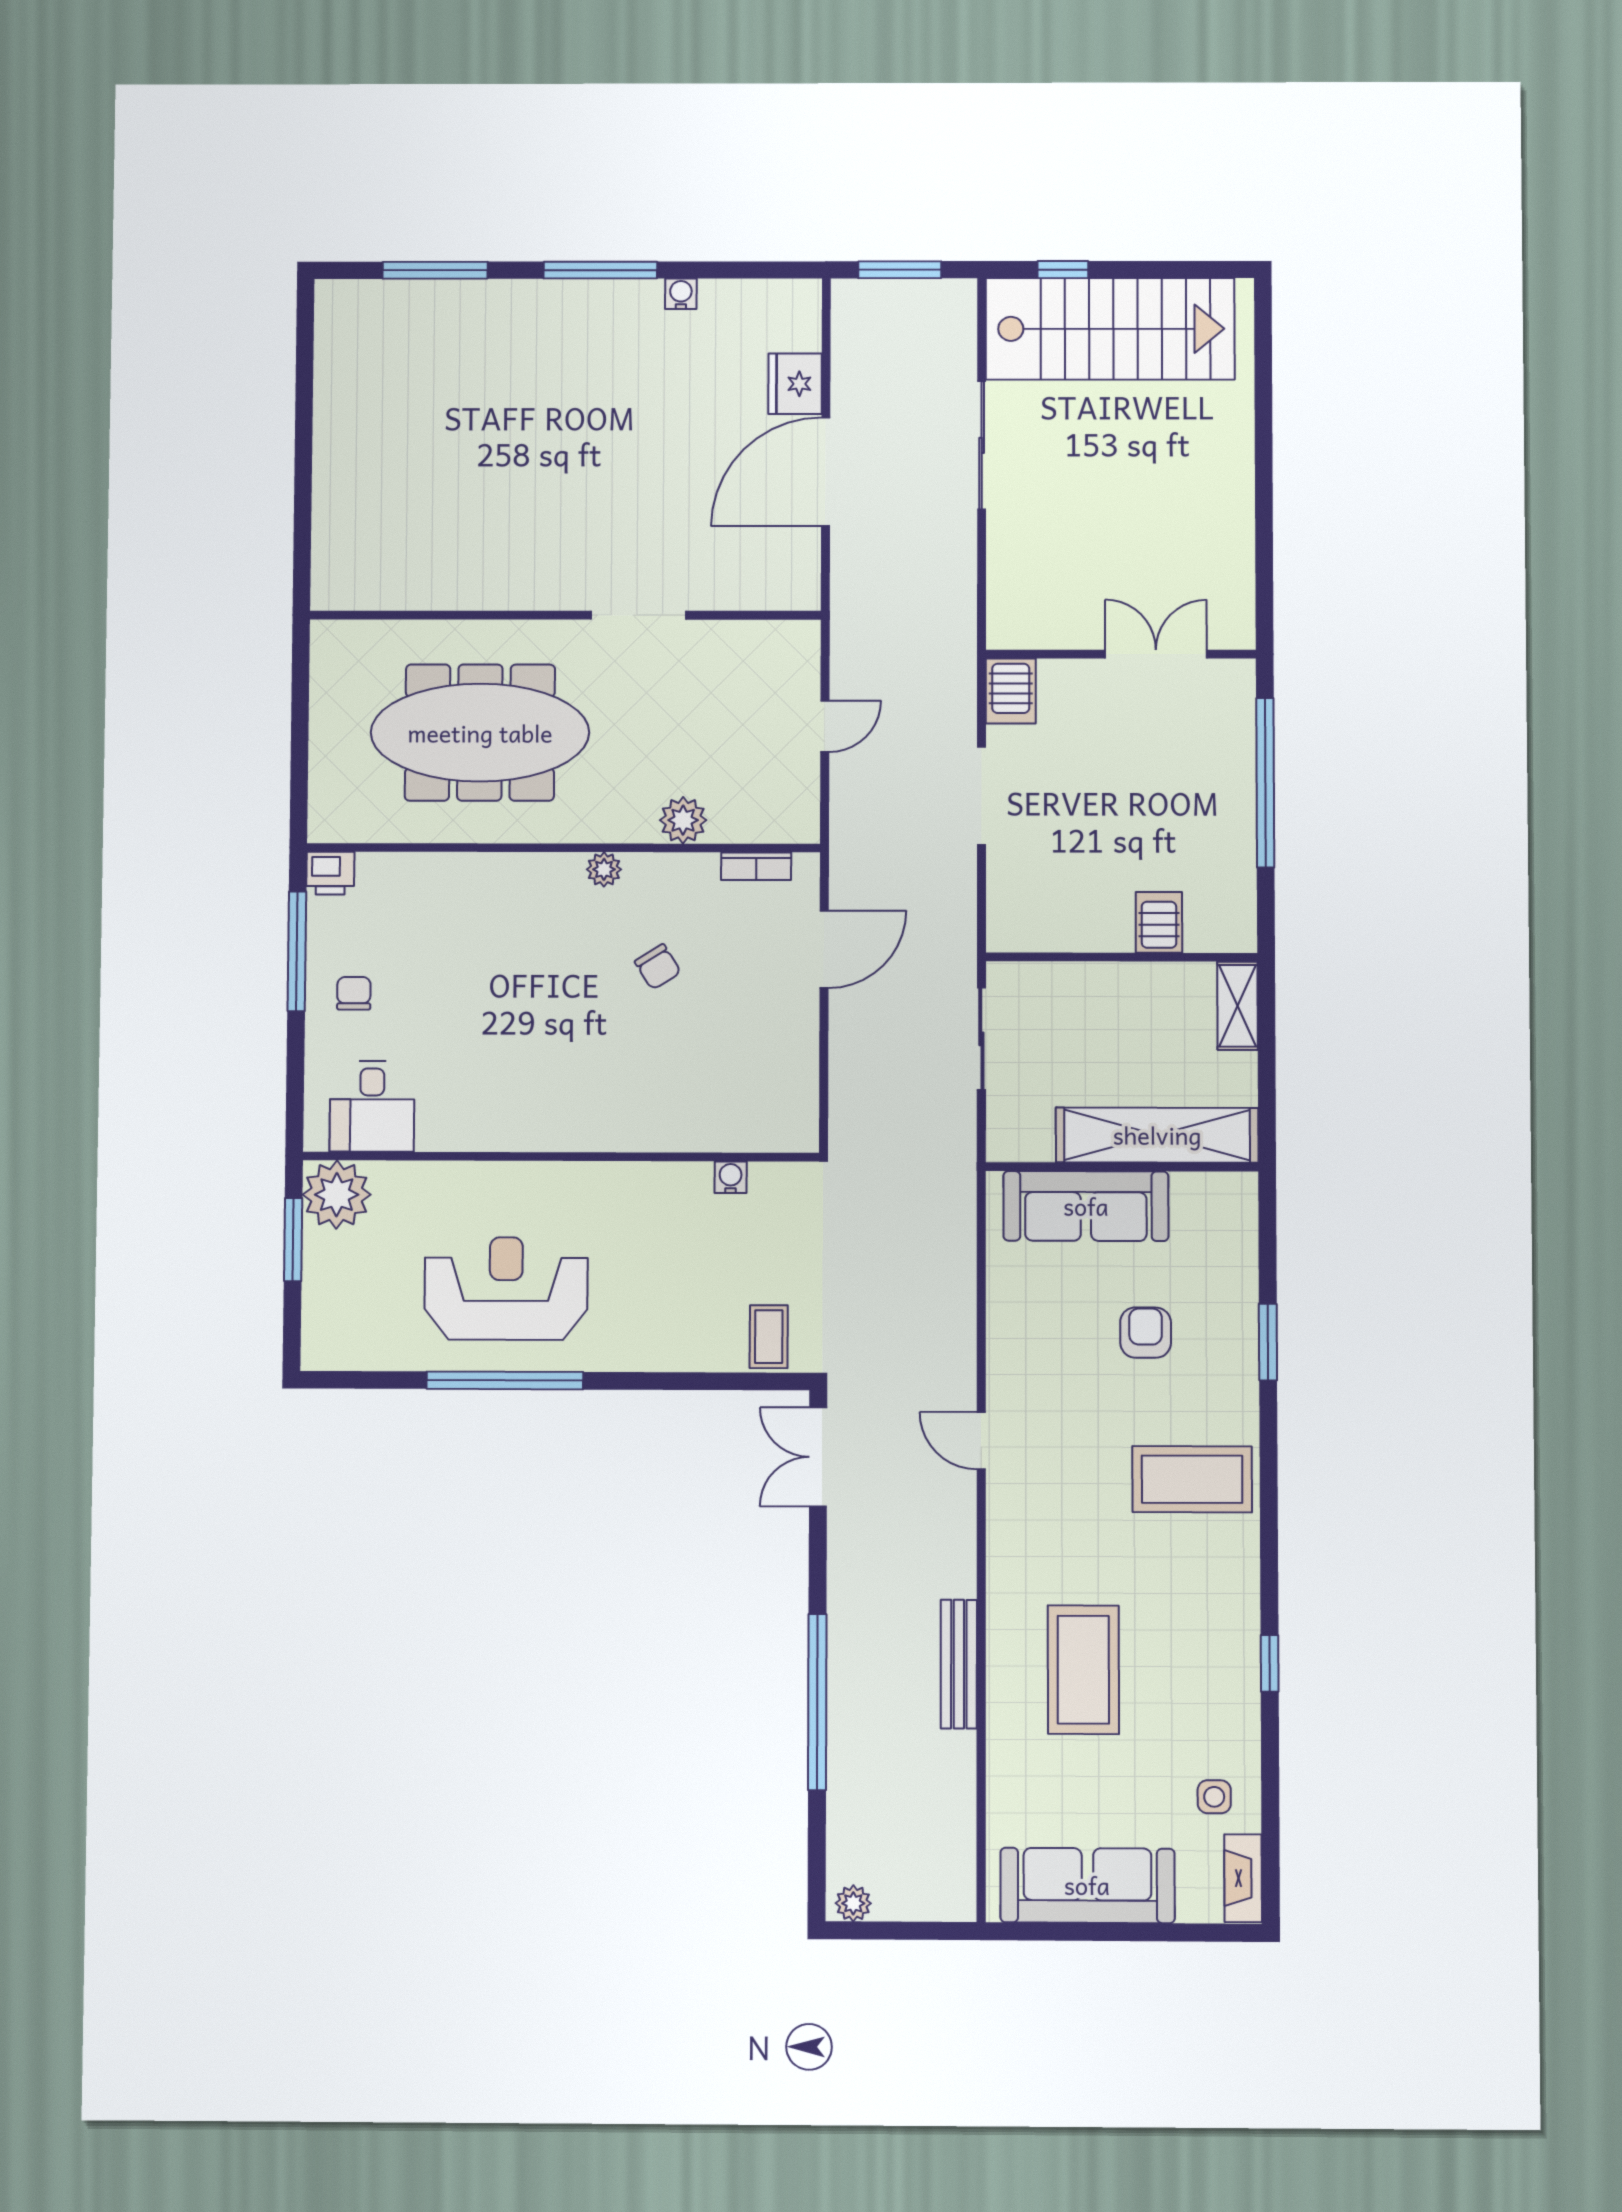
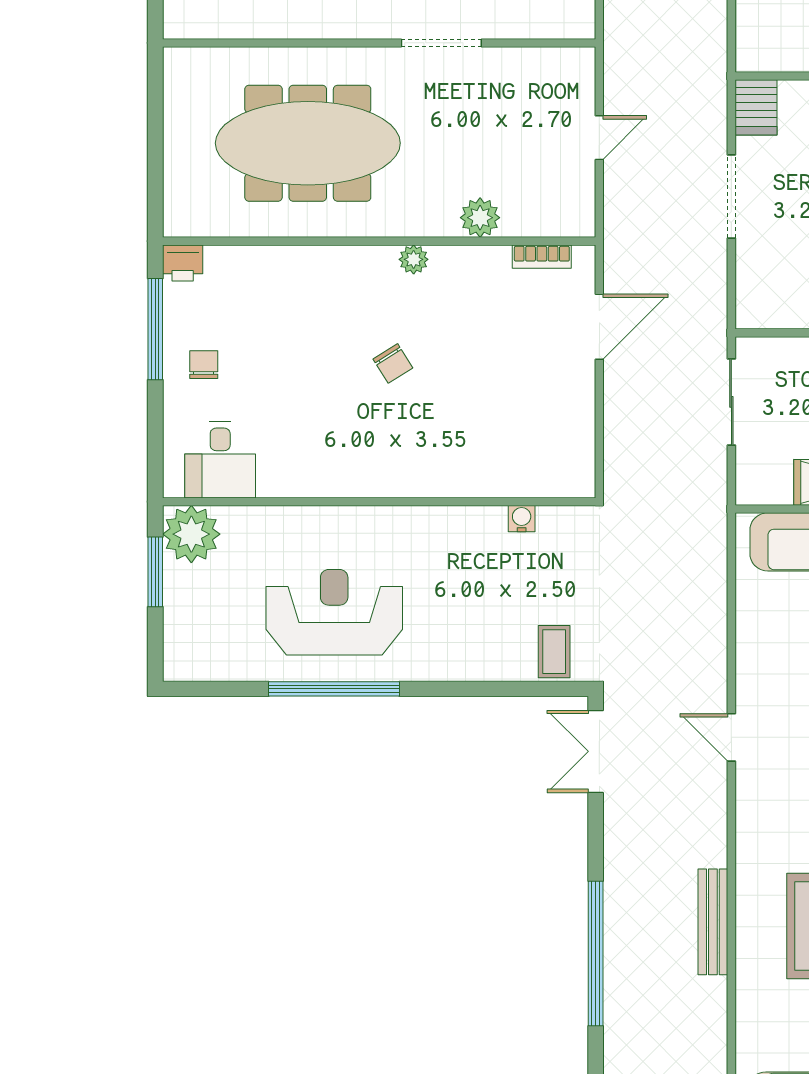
chair: (658, 967) -> (393, 363), moved

